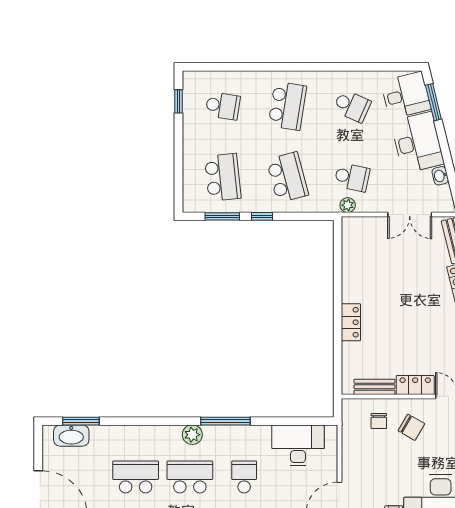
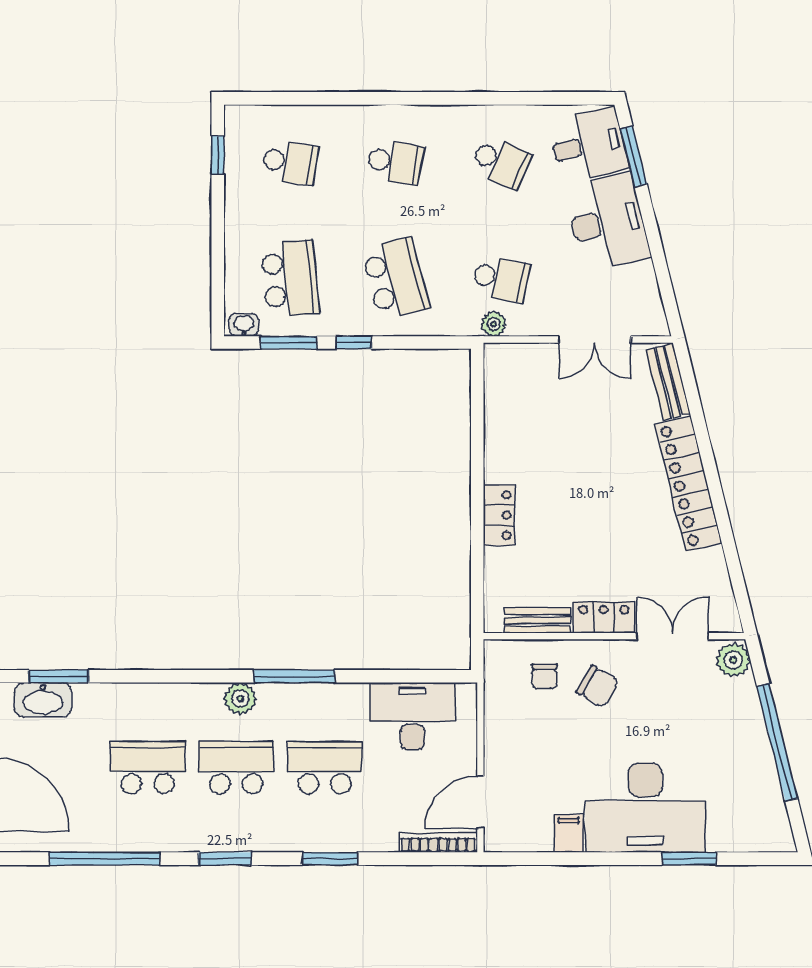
school desk: (287, 106) -> (395, 162), width x0.54
washbasin: (440, 176) -> (244, 325), moved, turned 104
school desk: (244, 477) -> (325, 767), width x1.85

